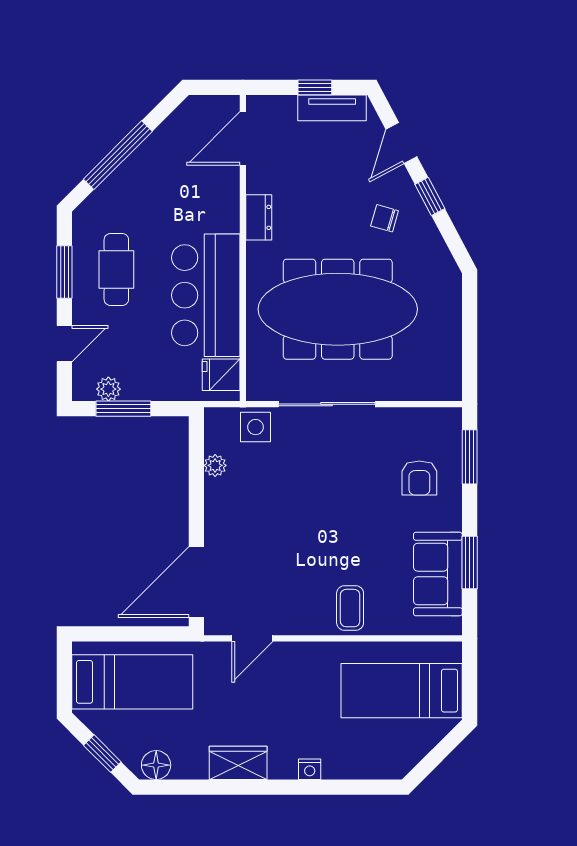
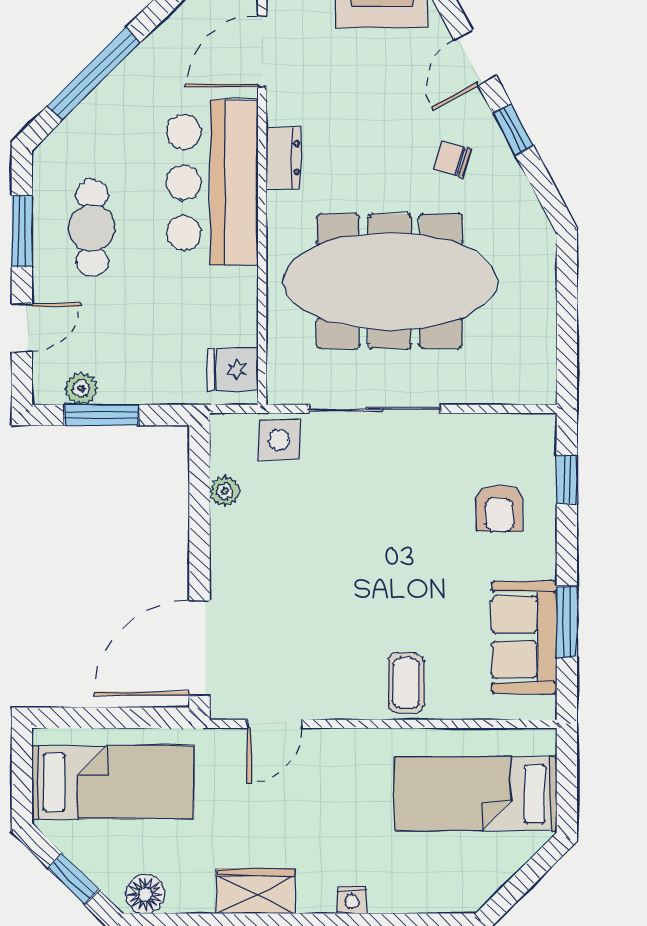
bar counter: (206, 295) -> (212, 183), moved
window: (470, 457) -> (567, 480), width x0.67

